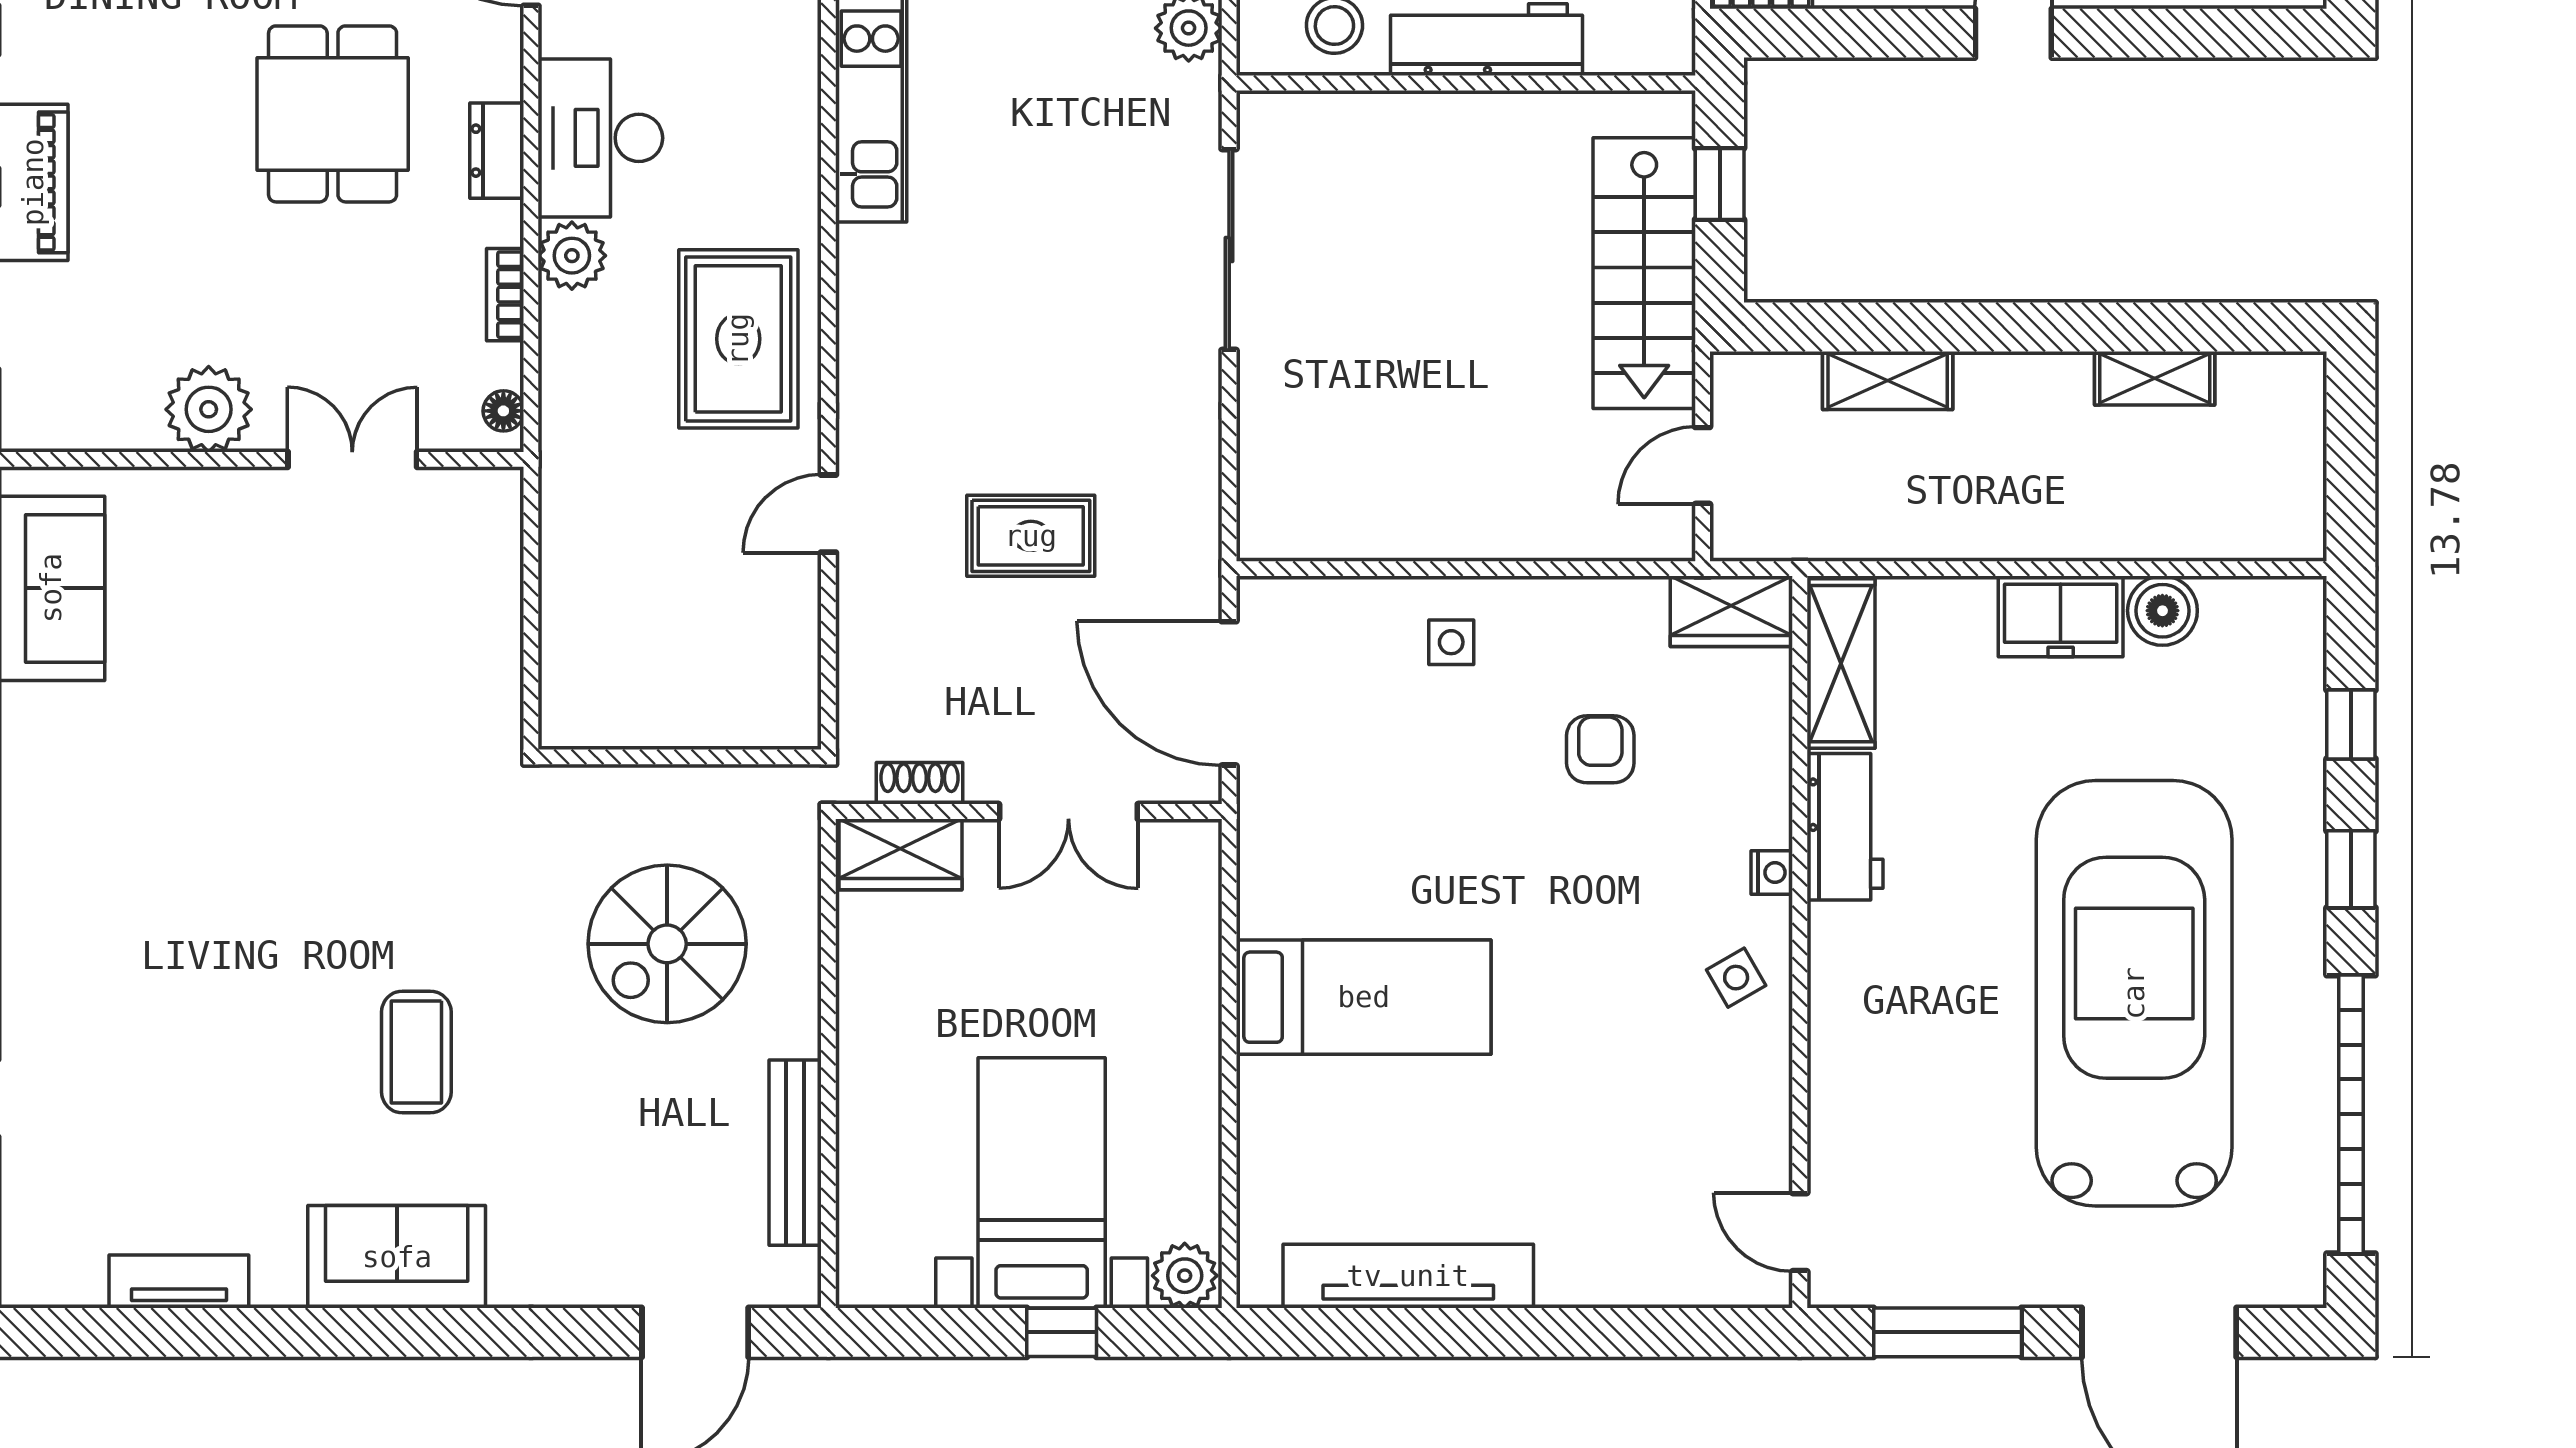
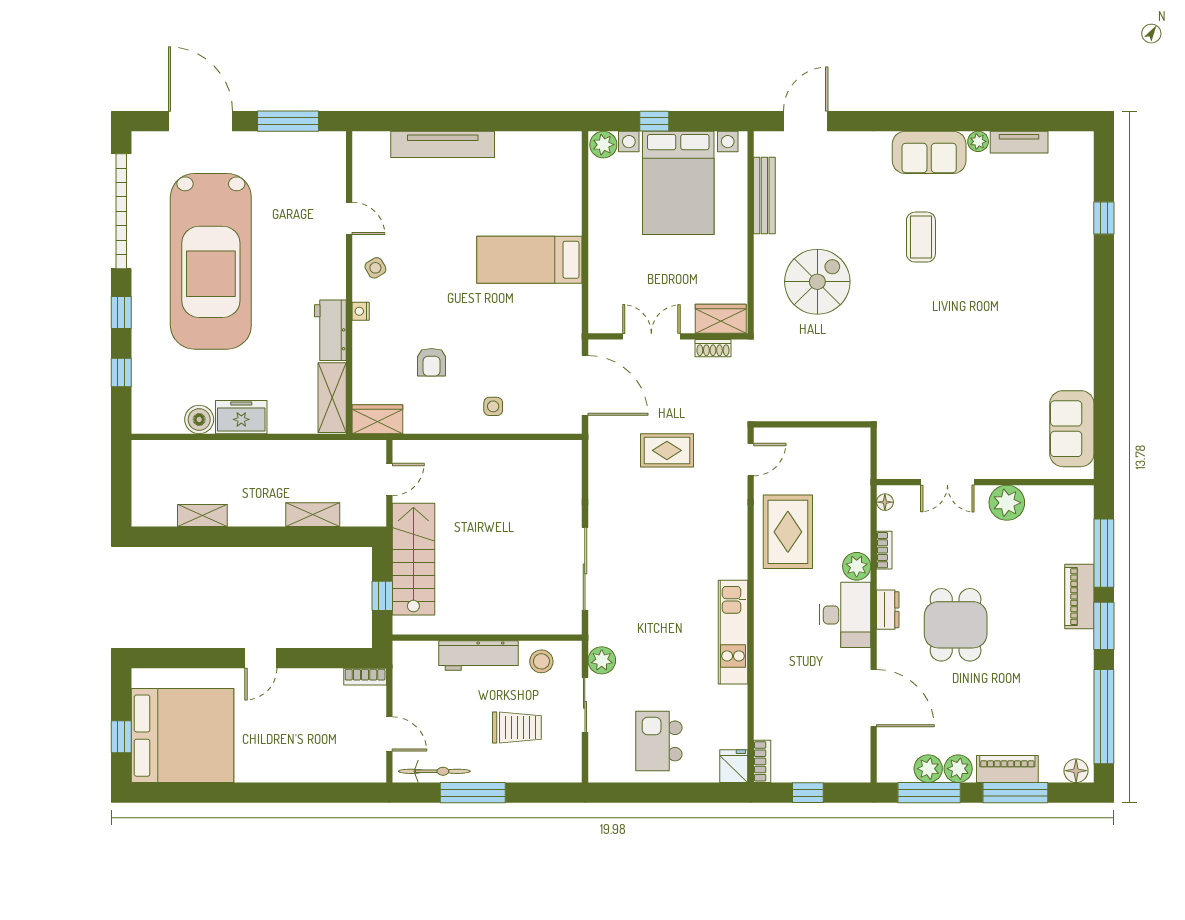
wall: (680, 757) -> (812, 424), moved
bed with nightstands: (1042, 1183) -> (678, 183), width x1.36
door: (1800, 1232) -> (349, 218), moved
tv unit: (1408, 1276) -> (443, 144), moved
plant: (278, 1283) -> (978, 141), added

